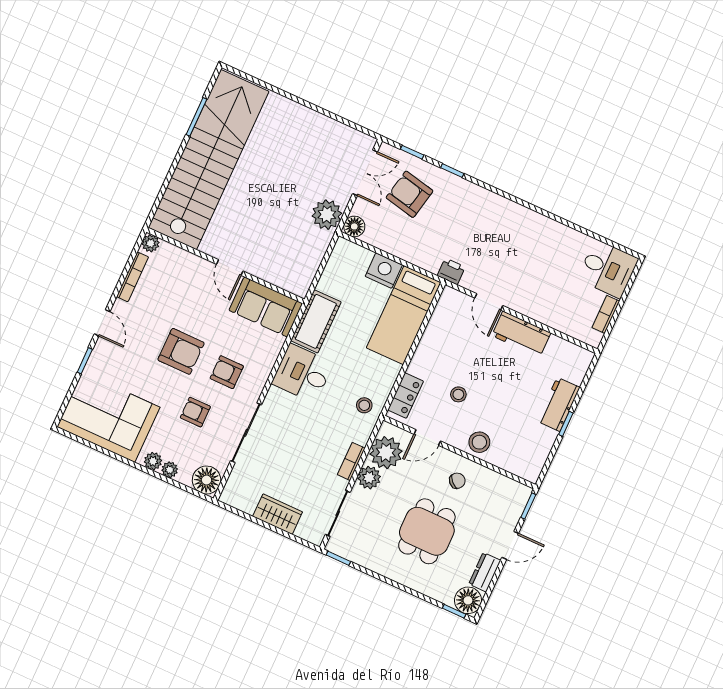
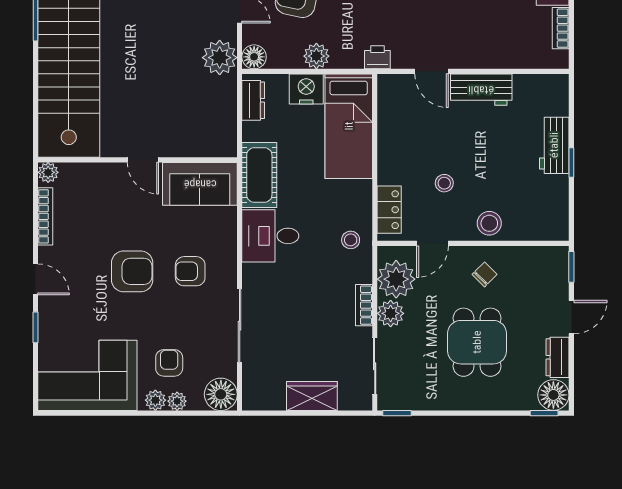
plant: (404, 248) -> (316, 56), added
dresser: (338, 260) -> (253, 100), added
armchair: (195, 412) -> (169, 363), moved, turned 90

